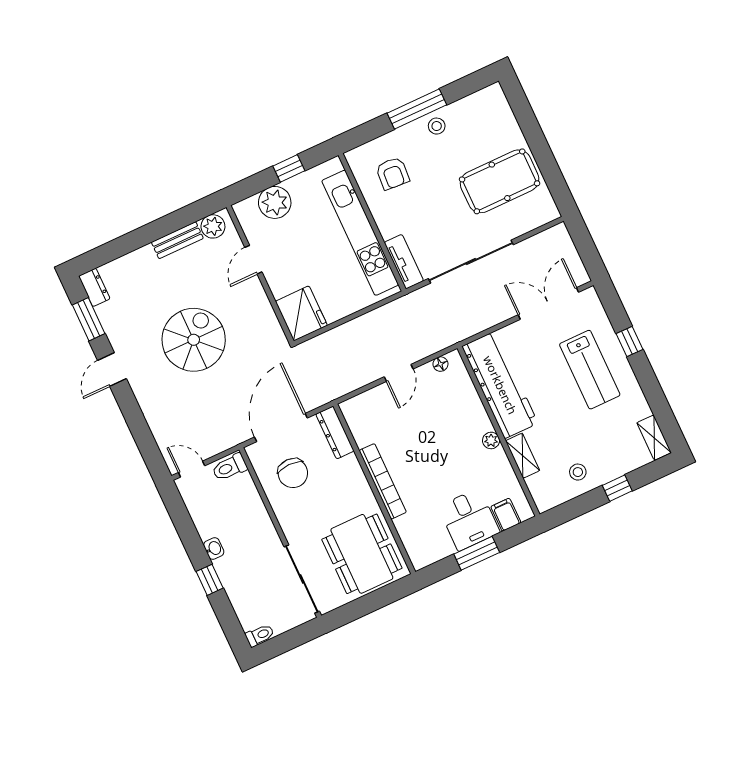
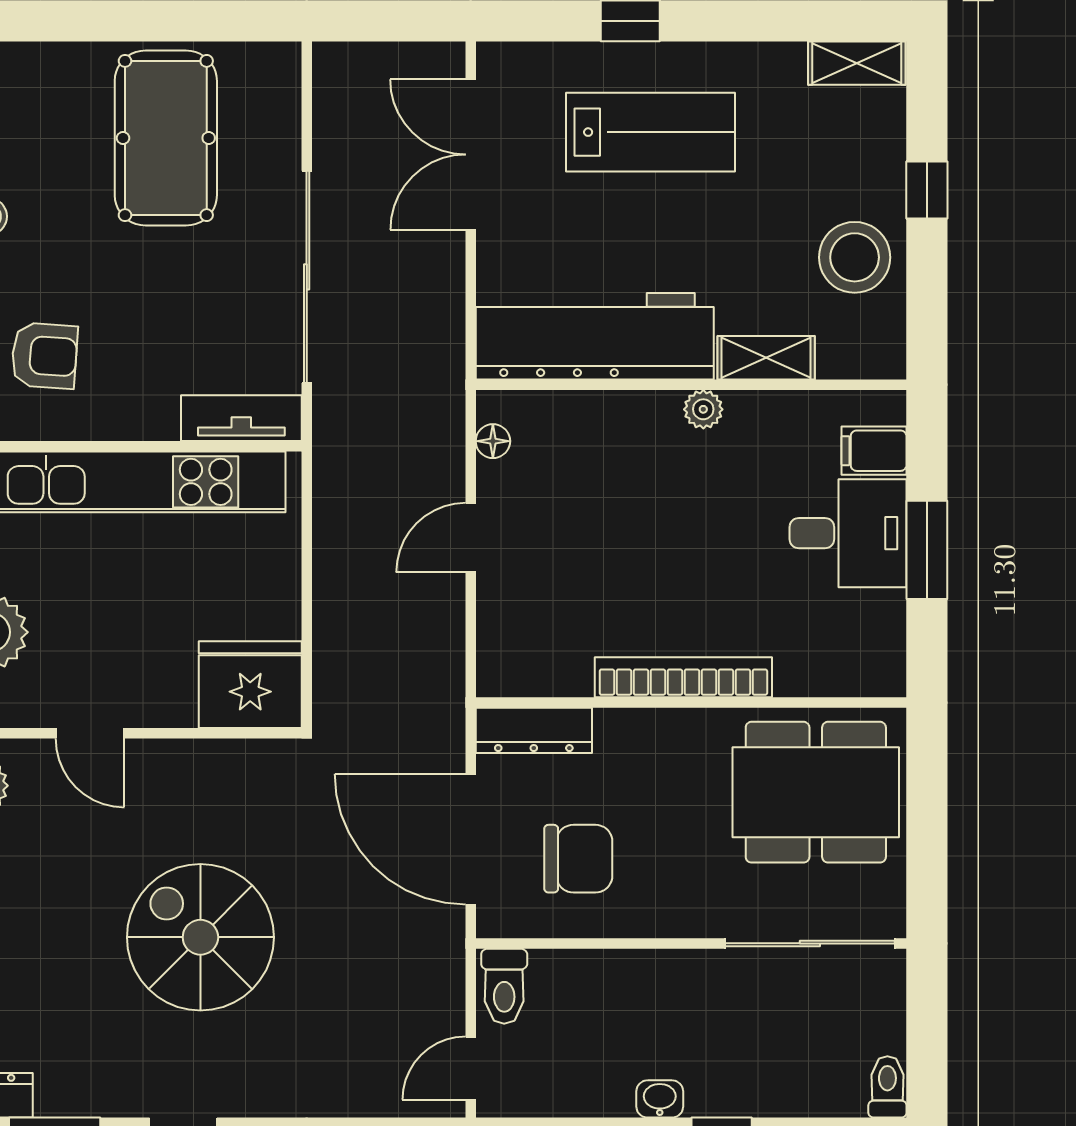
door: (399, 373) -> (471, 538), swing flipped
stool: (578, 472) -> (855, 257), width x1.89, depth x1.89

